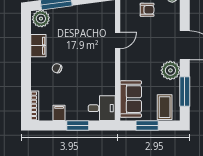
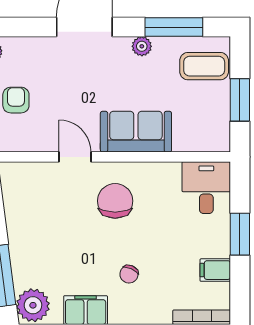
chair: (95, 61) -> (115, 201), added
plant: (170, 70) -> (142, 46), width x0.53, depth x0.53
sofa: (131, 99) -> (136, 132), moved

